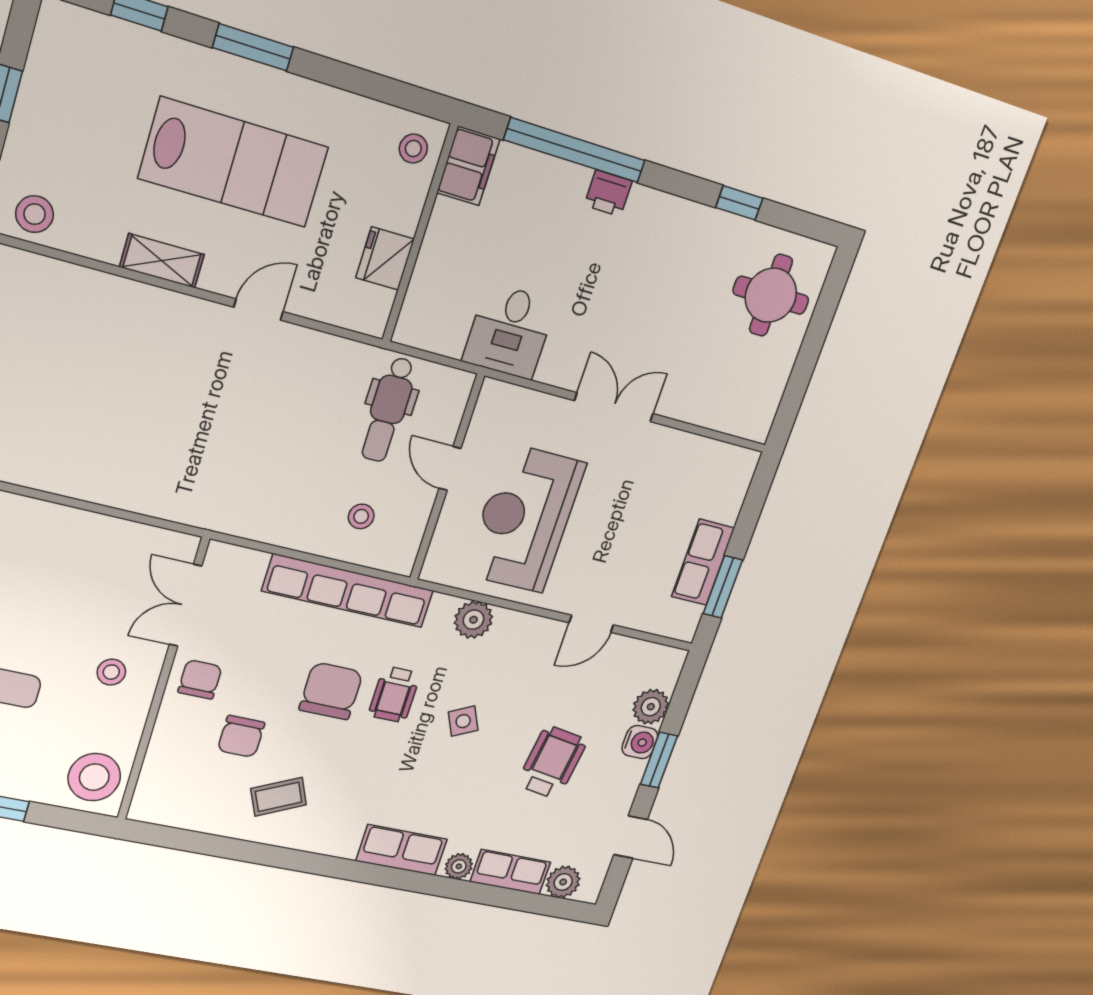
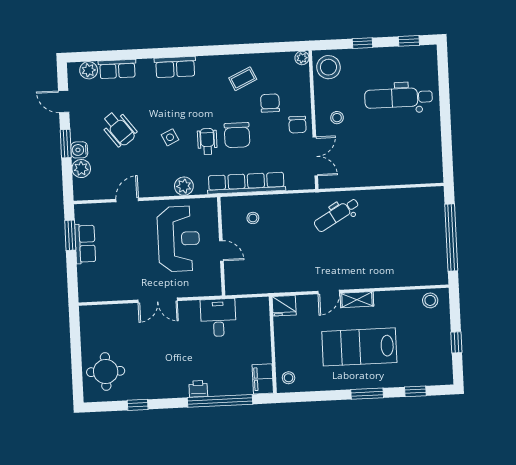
fridge: (385, 258) -> (284, 306), moved, turned 90
shelving: (162, 261) -> (357, 300), moved
dental chair: (388, 410) -> (337, 215), moved, turned -120
wheelchair: (552, 762) -> (119, 129), turned -45
plant: (459, 866) -> (302, 58), moved

